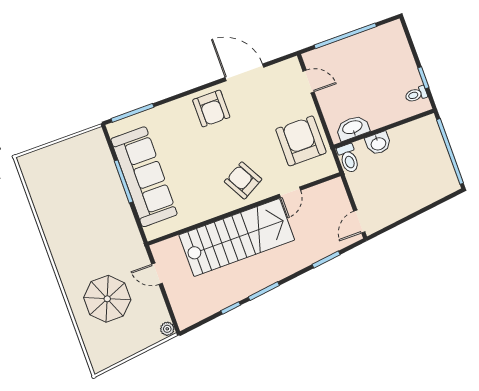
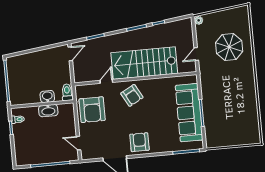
washbasin: (353, 128) -> (48, 111), moved
door: (157, 274) -> (196, 54), swing flipped

